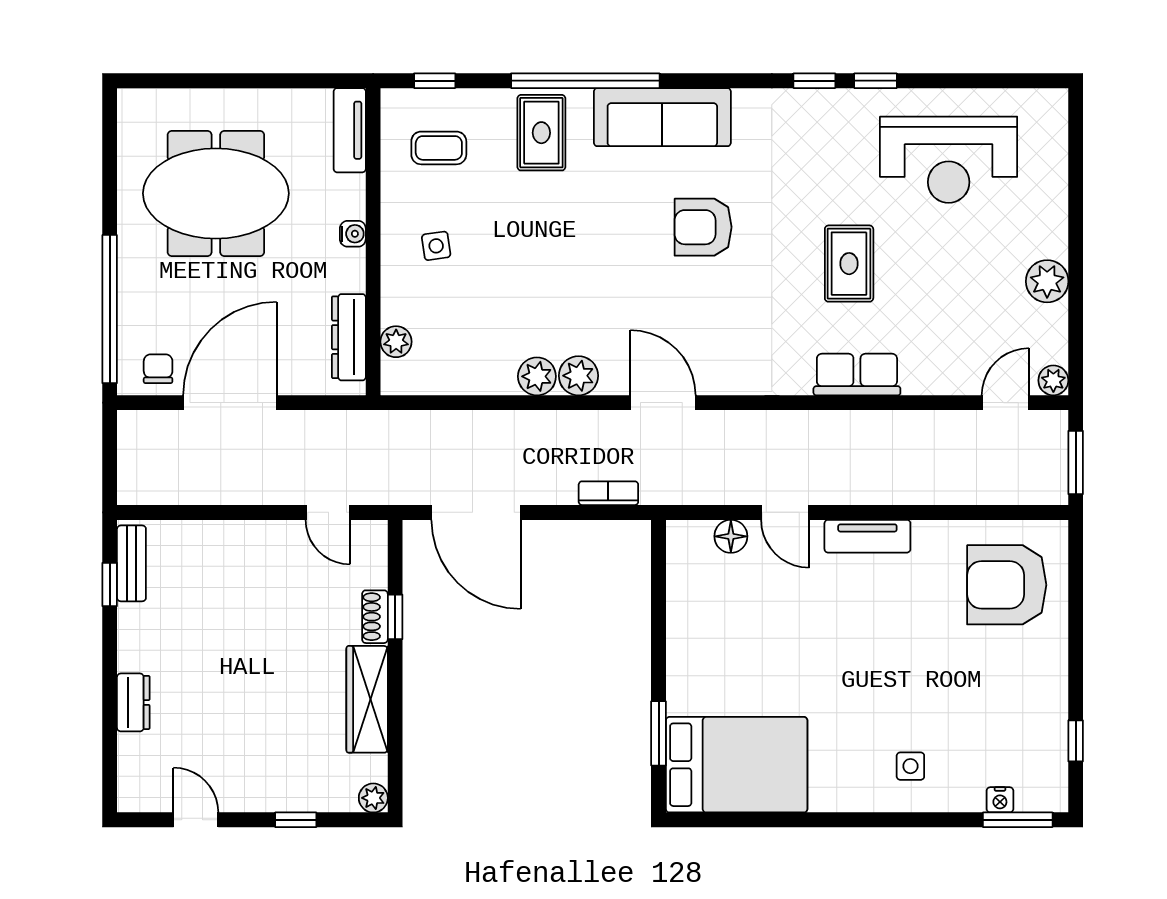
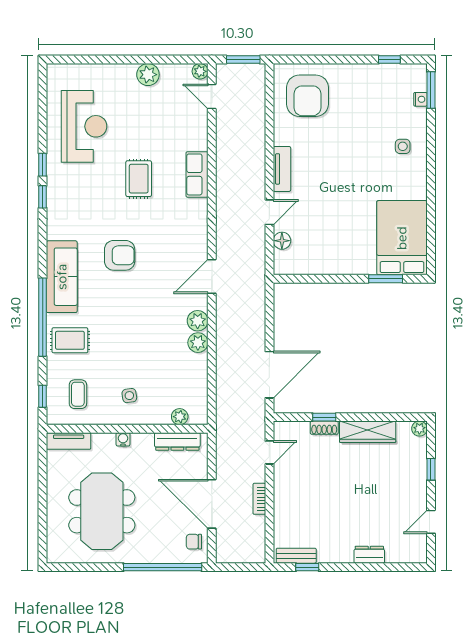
armchair: (703, 227) -> (120, 255), turned -90
rug: (849, 264) -> (139, 179), turned 90
bookcase: (608, 493) -> (259, 499), moved

